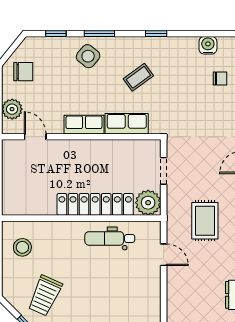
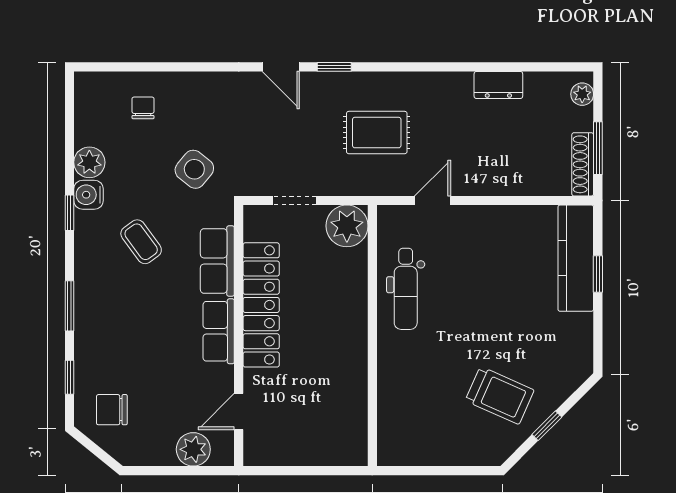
water cooler: (208, 45) -> (88, 195), moved
plant: (187, 46) -> (89, 162), added
side table: (88, 56) -> (194, 169), moved
chair: (23, 72) -> (112, 410), moved, turned -90
locker: (95, 204) -> (261, 305), moved, turned 180
stool: (22, 247) -> (420, 432), removed

